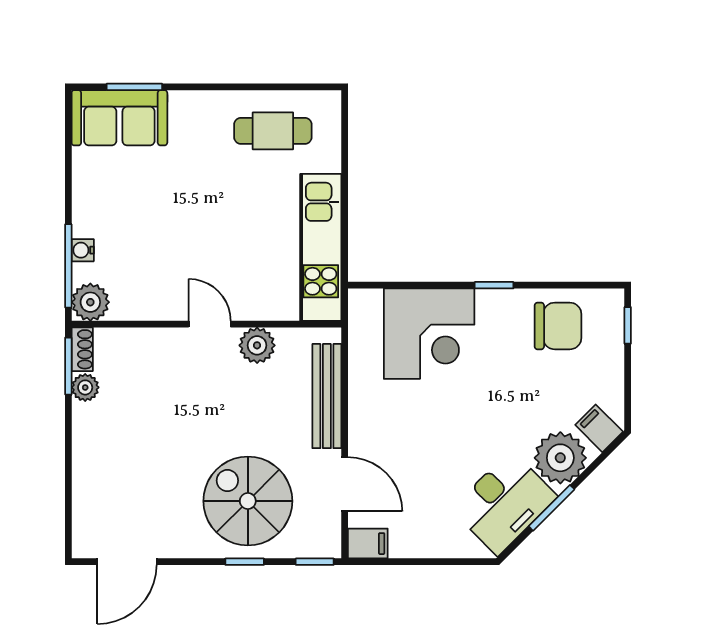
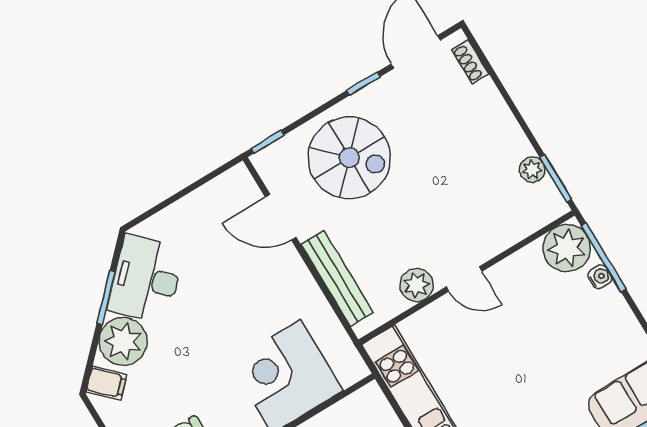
plant: (90, 302) -> (567, 248), width x1.36, depth x1.36
shoe rack: (82, 349) -> (470, 62), moved
filing cabinet: (368, 544) -> (234, 181), removed
window: (245, 562) -> (363, 84), moved

